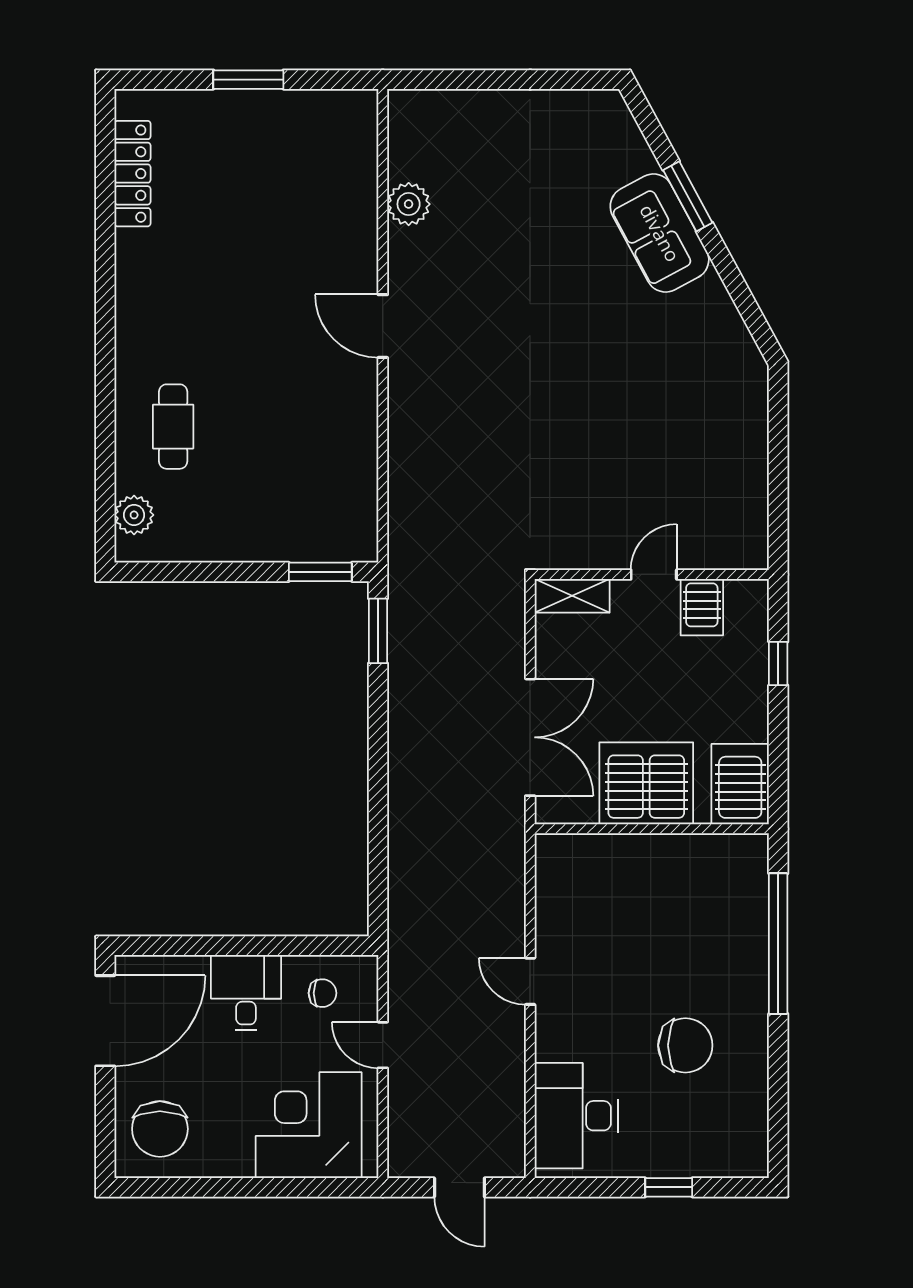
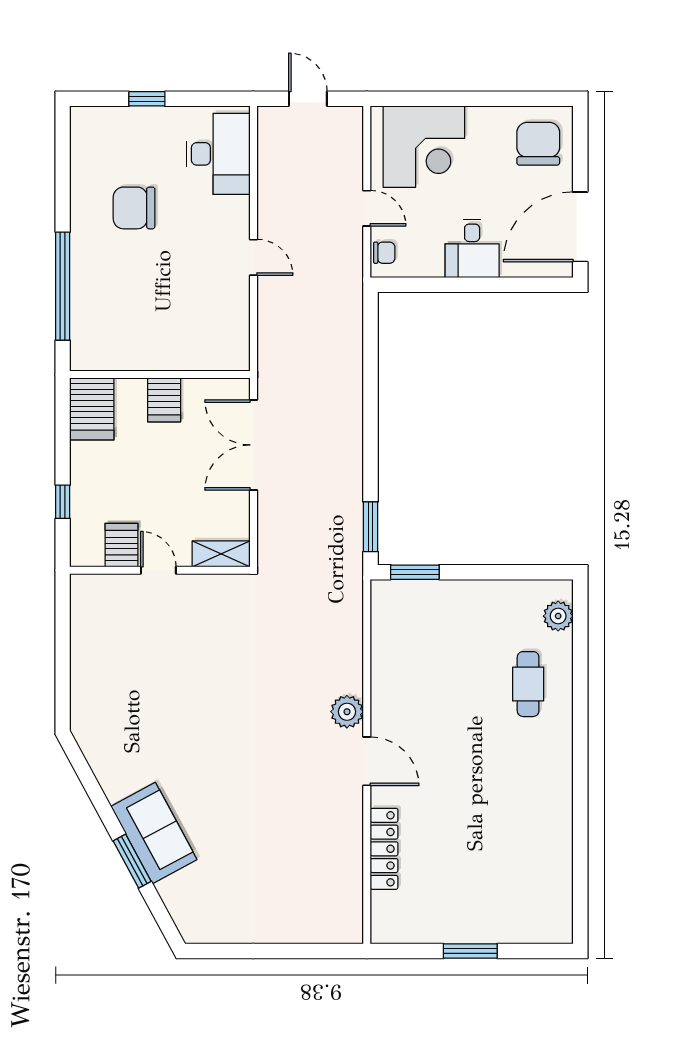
locker: (133, 174) -> (384, 849), moved, turned 180
plant: (409, 204) -> (347, 712), moved
door: (654, 574) -> (158, 570), swing flipped
server rack: (646, 783) -> (164, 400), width x0.46, depth x0.70
chair: (322, 993) -> (384, 253), moved, turned 180

